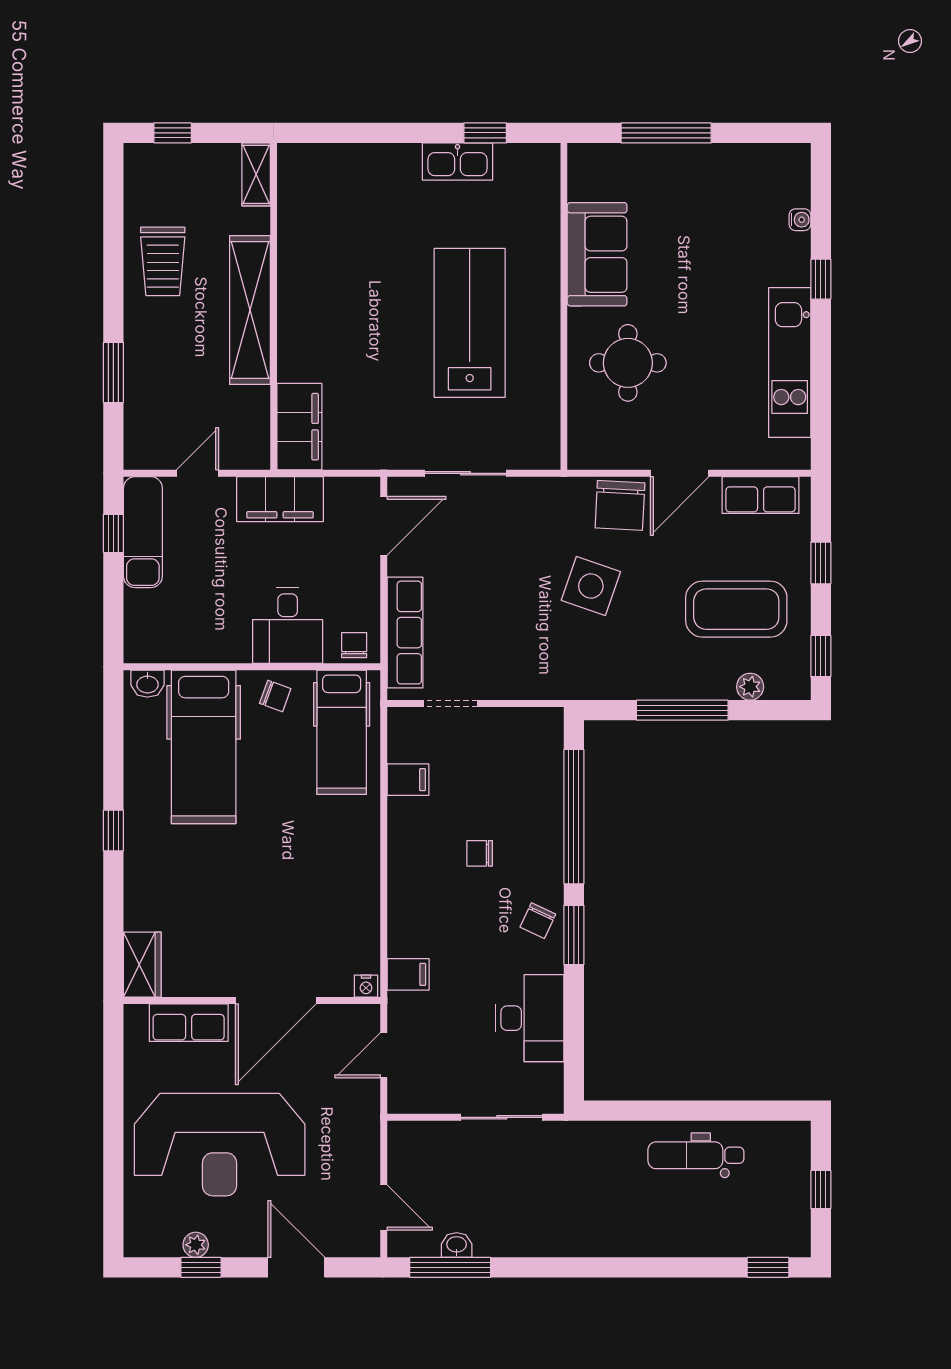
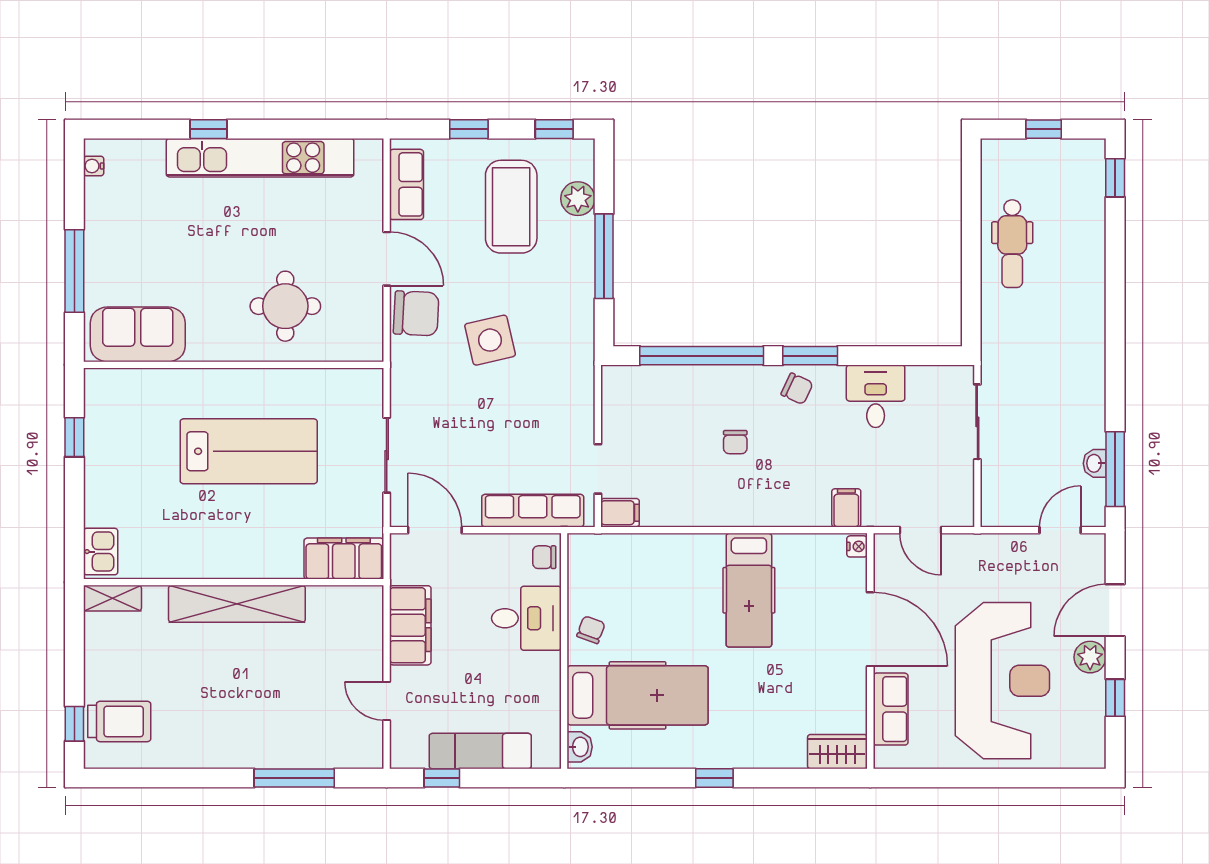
kitchen sink: (457, 162) -> (101, 552), moved, width x0.73
shelving: (256, 174) -> (112, 598), moved
water cooler: (800, 220) -> (94, 166), moved, turned -90
sofa: (597, 254) -> (138, 334), moved
trolley: (163, 261) -> (119, 721), moved
wall: (274, 306) -> (234, 582), moved
shelving: (250, 310) -> (237, 604), moved
lab bench: (470, 323) -> (249, 451), turned 180
kitchen unit: (790, 363) -> (260, 158), width x1.36
window: (113, 372) -> (294, 778), width x1.44
filing cabinet: (299, 427) -> (344, 559), moved
exam couch: (143, 532) -> (480, 751), moved
side table: (591, 586) -> (490, 340), turned -32
plant: (750, 687) -> (578, 199), width x1.38, depth x1.38
hospital bed: (342, 732) -> (749, 590), moved, turned 90
filing cabinet: (408, 780) -> (620, 513), moved, turned 90
desk: (530, 1018) -> (876, 396), width x0.73
plant: (196, 1245) -> (1090, 657), moved, width x1.38, depth x1.38

